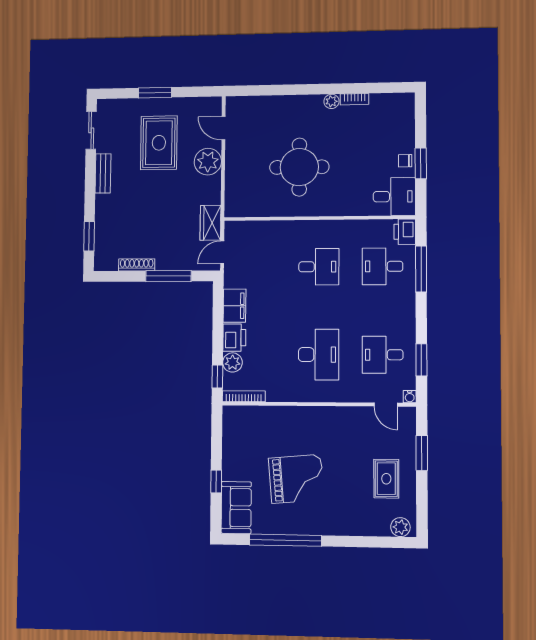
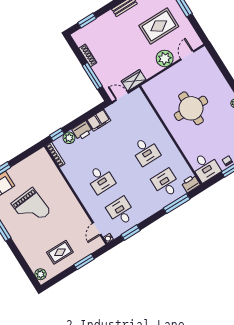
desk: (319, 355) -> (101, 179), width x0.73

